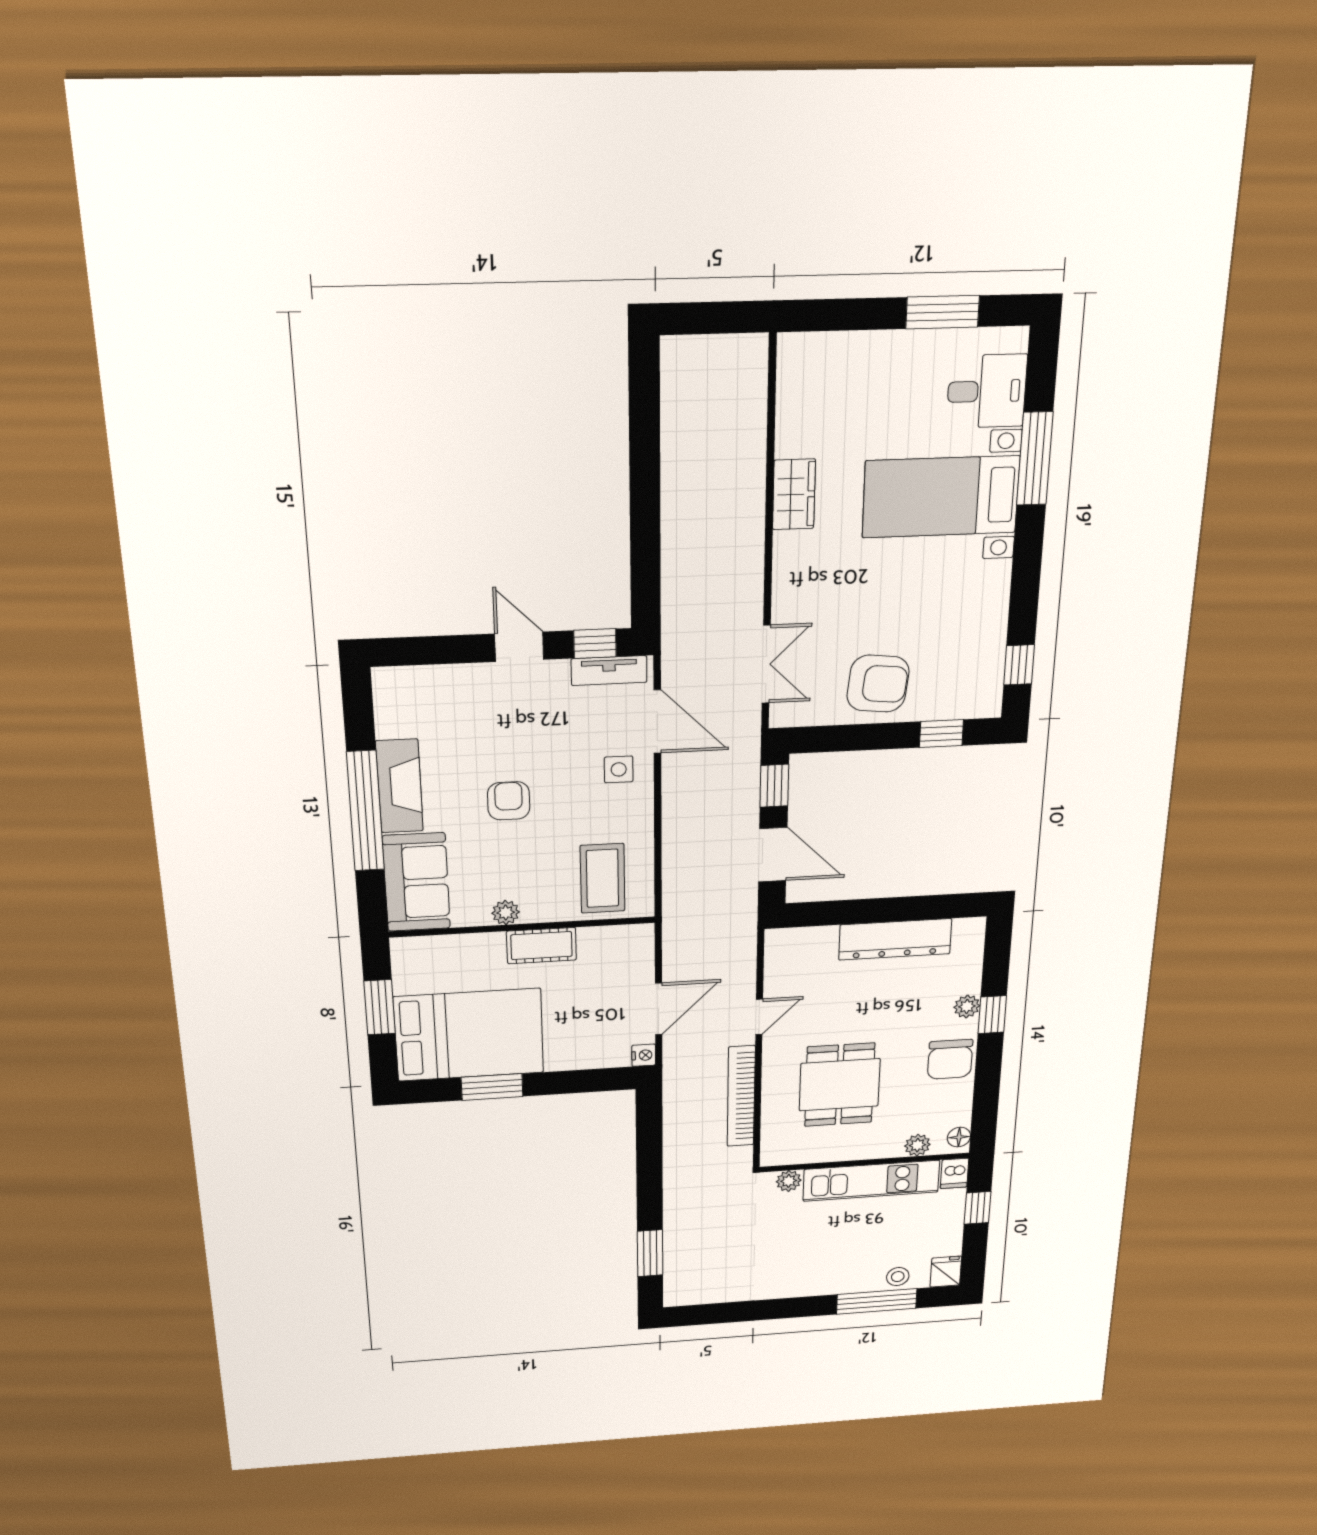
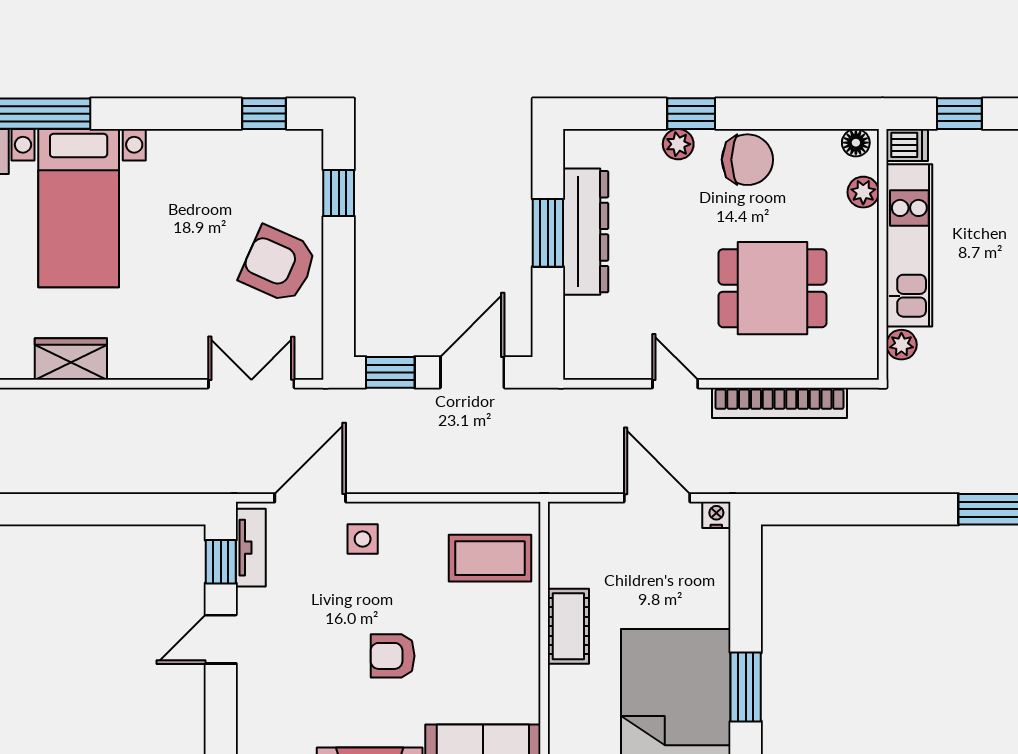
armchair: (878, 684) -> (278, 264), turned -72
window: (896, 909) -> (548, 233), added
plant: (506, 913) -> (525, 664), removed

